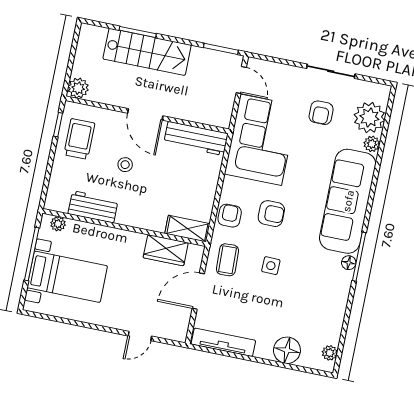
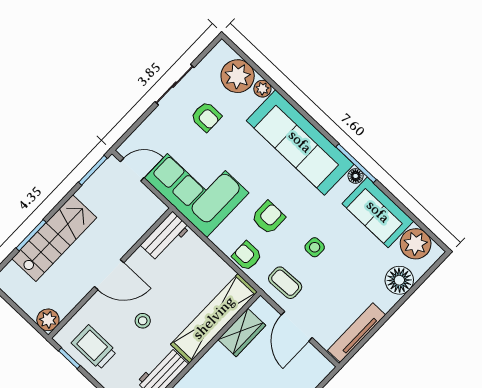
workbench: (196, 139) -> (165, 236), width x0.73
shelving: (187, 229) -> (214, 318), width x2.20, depth x1.33
sofa: (331, 299) -> (378, 212), added
plant: (330, 353) -> (416, 244), width x1.87, depth x1.87

